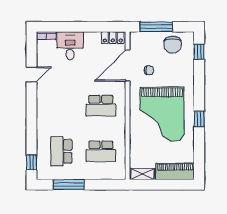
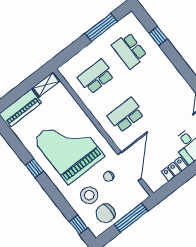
locker: (113, 38) -> (174, 169), moved
chair: (173, 45) -> (105, 213), turned -90
stool: (174, 67) -> (89, 195), added
school desk: (61, 151) -> (129, 51), turned 180
window: (32, 162) -> (158, 36), moved

